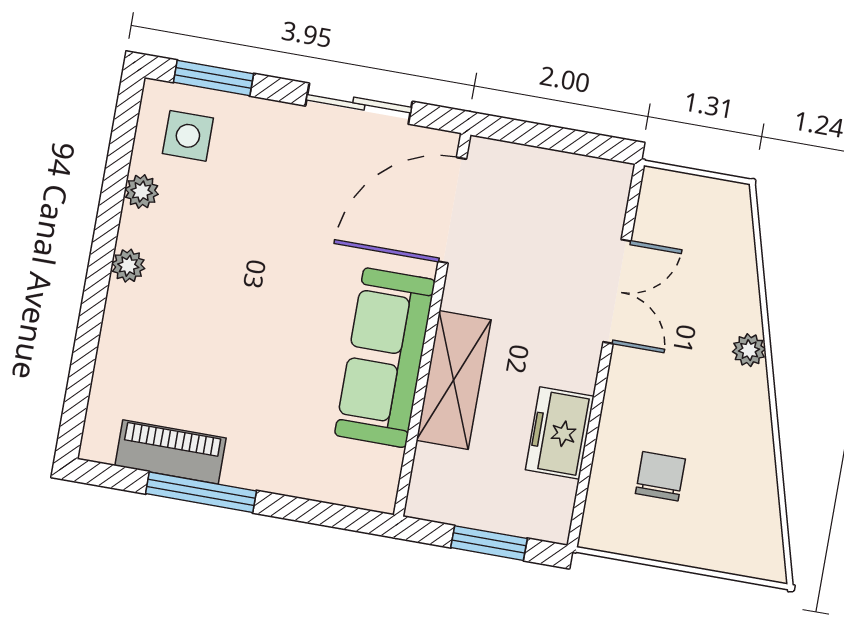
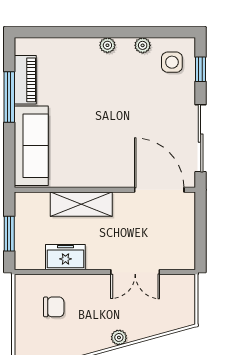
window: (213, 78) -> (201, 69), width x0.67
sliding door: (359, 104) -> (201, 138), width x1.37
sofa: (385, 358) -> (31, 146), moved, turned 90

